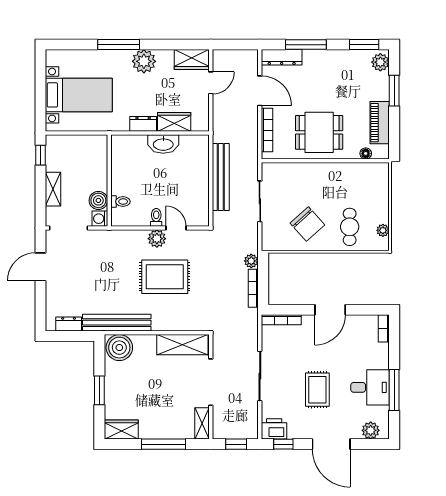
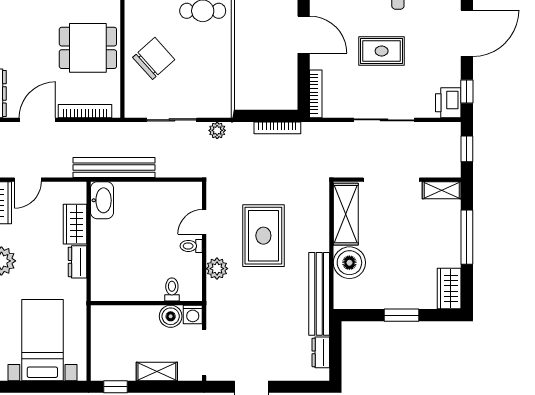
door: (211, 83) -> (28, 180), swing flipped
dining table: (319, 132) -> (88, 48), turned 90
washbasin: (163, 144) -> (102, 200), moved
bench: (221, 177) -> (114, 168), moved
chair: (307, 224) -> (154, 58), moved
plant: (157, 239) -> (217, 269), moved
plant: (251, 261) -> (217, 130), moved
boiler: (119, 348) -> (349, 263), moved
rug: (317, 390) -> (382, 51), moved

